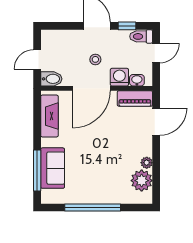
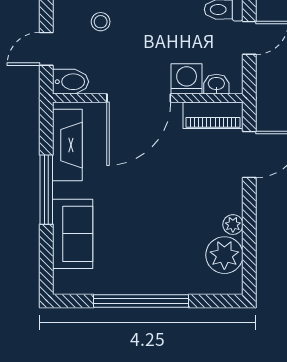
stool: (95, 59) -> (101, 22), moved
window: (37, 171) -> (46, 190), moved

